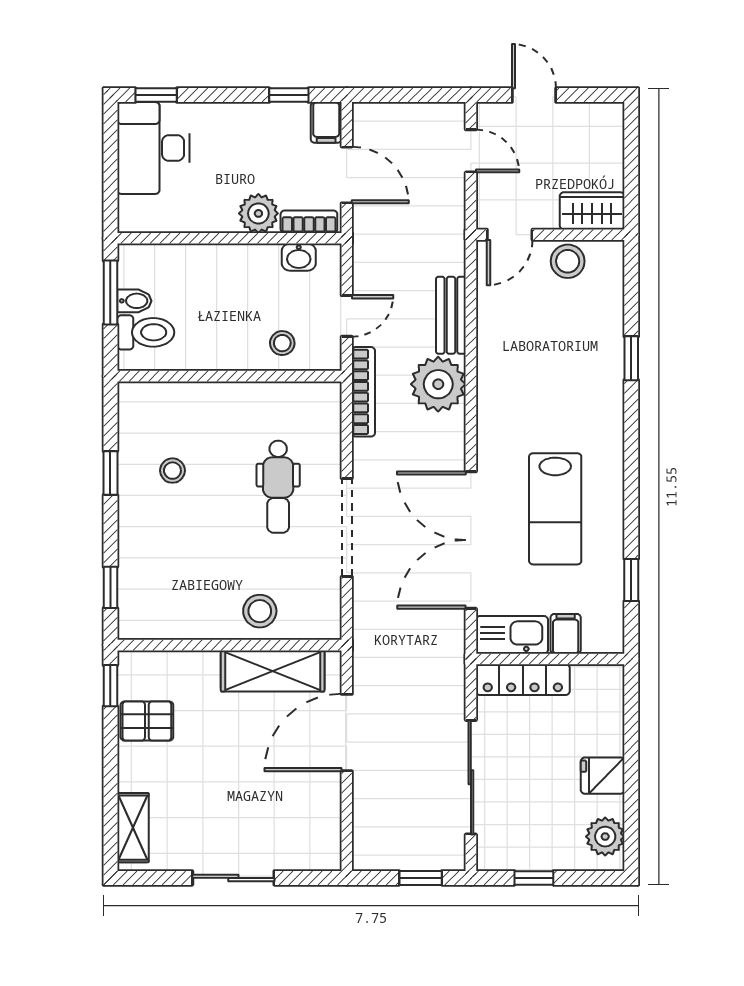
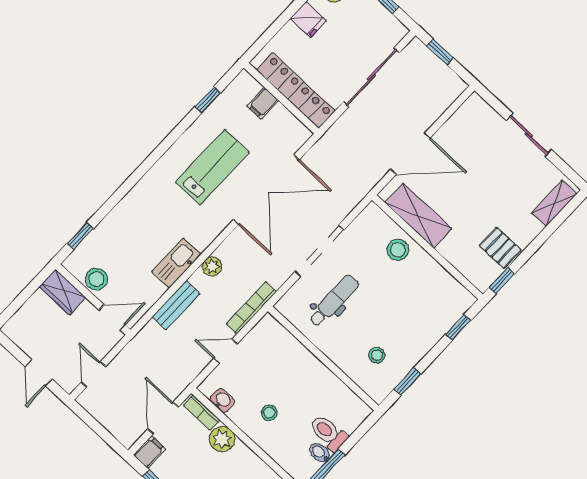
stool: (282, 343) -> (269, 413), moved
window: (631, 358) -> (80, 236), moved
wall: (229, 376) -> (323, 358), moved
plant: (438, 384) -> (212, 266), width x0.53, depth x0.53
kitchen sink: (512, 635) -> (176, 263), moved, turned 90
locker: (523, 680) -> (296, 90), width x1.41, depth x1.21

